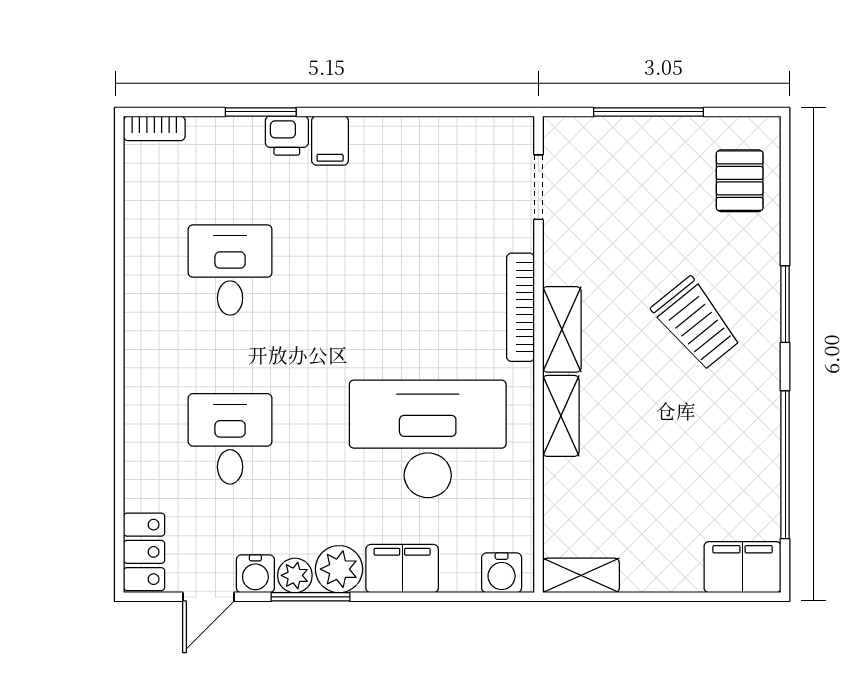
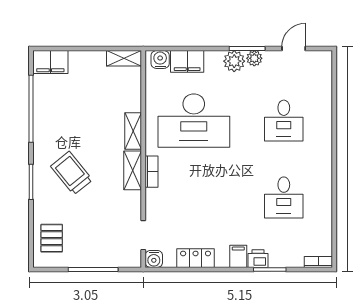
bookcase: (521, 307) -> (152, 172), width x0.64
locker: (144, 552) -> (196, 258), moved, turned 90
filing cabinet: (402, 569) -> (187, 61), moved
water cooler: (255, 574) -> (154, 259), moved, turned 180

